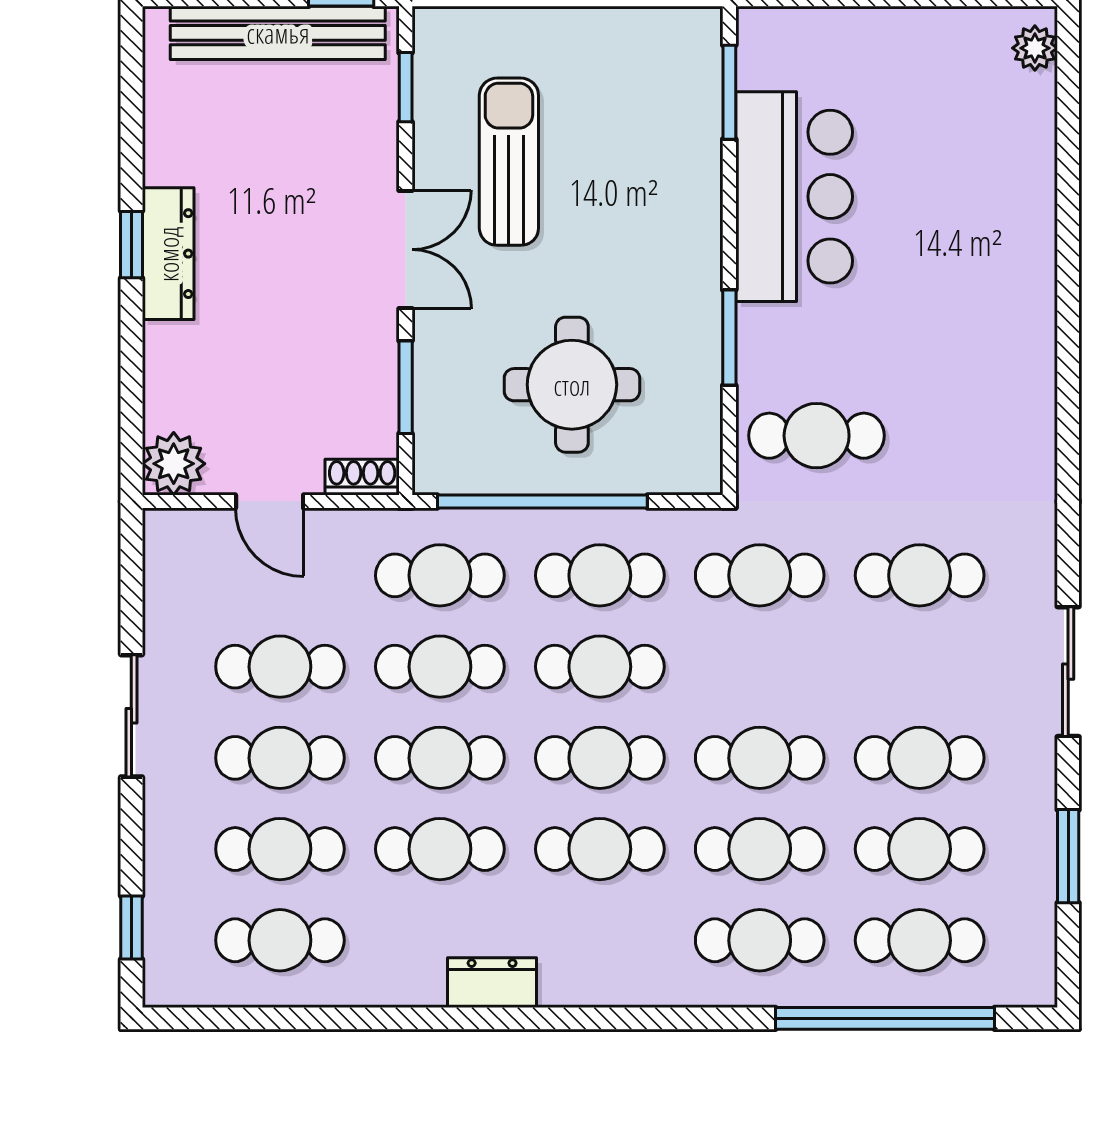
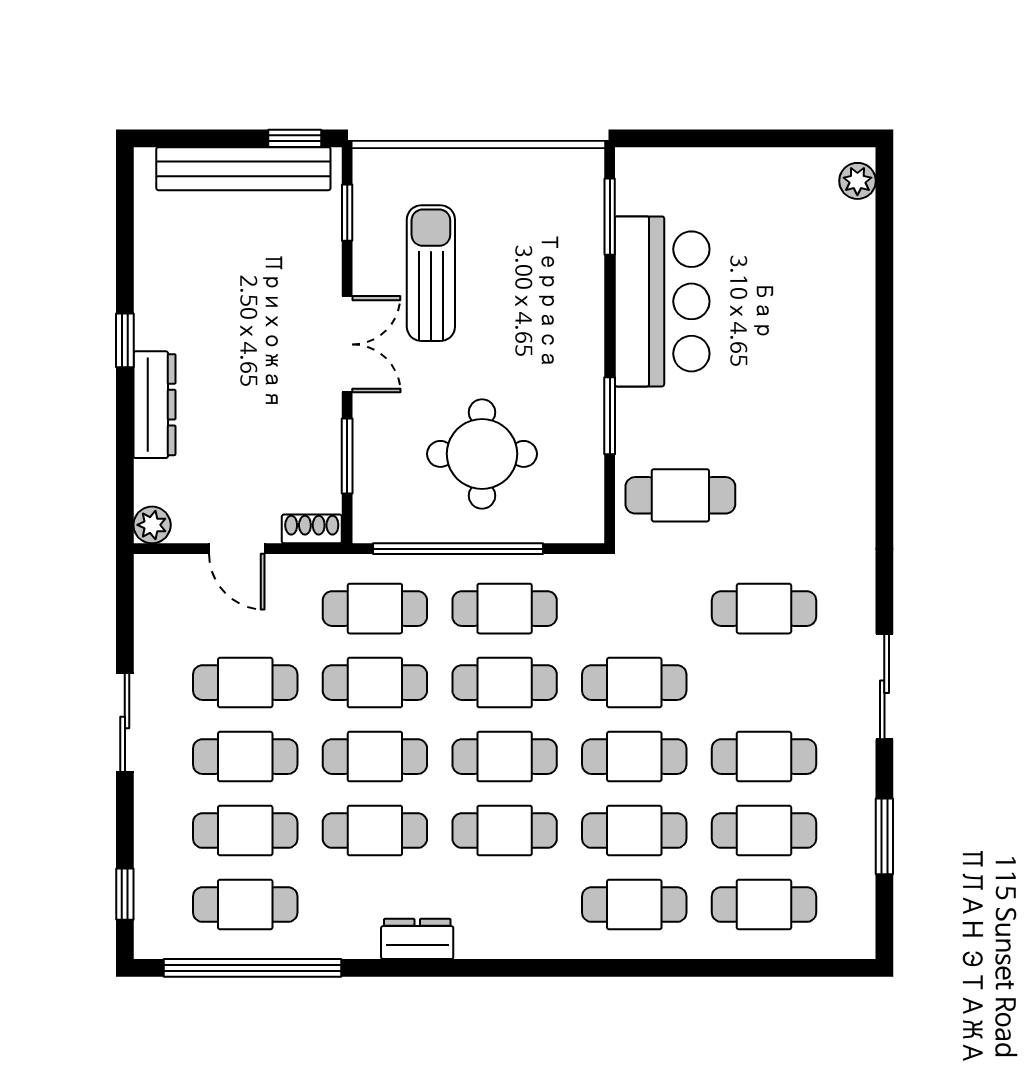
dresser: (168, 254) -> (154, 405), moved
plant: (174, 464) -> (152, 525), width x0.73, depth x0.73
cafe table: (760, 575) -> (634, 683), moved
window: (885, 1018) -> (253, 968), moved

